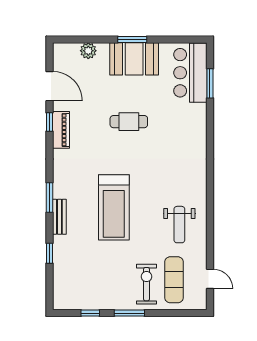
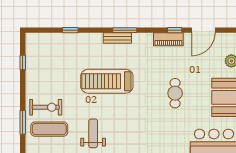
window: (50, 198) -> (125, 30), moved
bench: (59, 217) -> (117, 38), moved
weight bench: (179, 225) -> (93, 133), turned 90
window: (129, 313) -> (23, 122), moved

